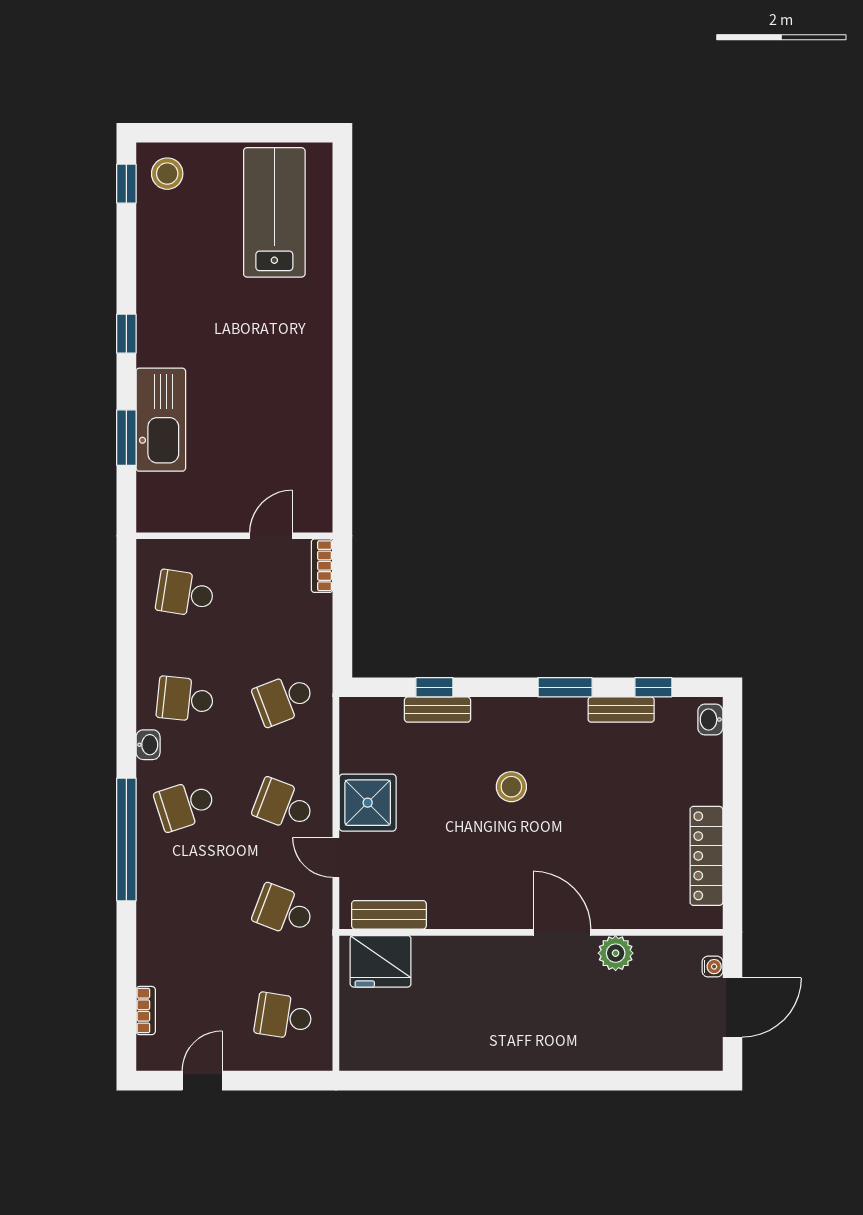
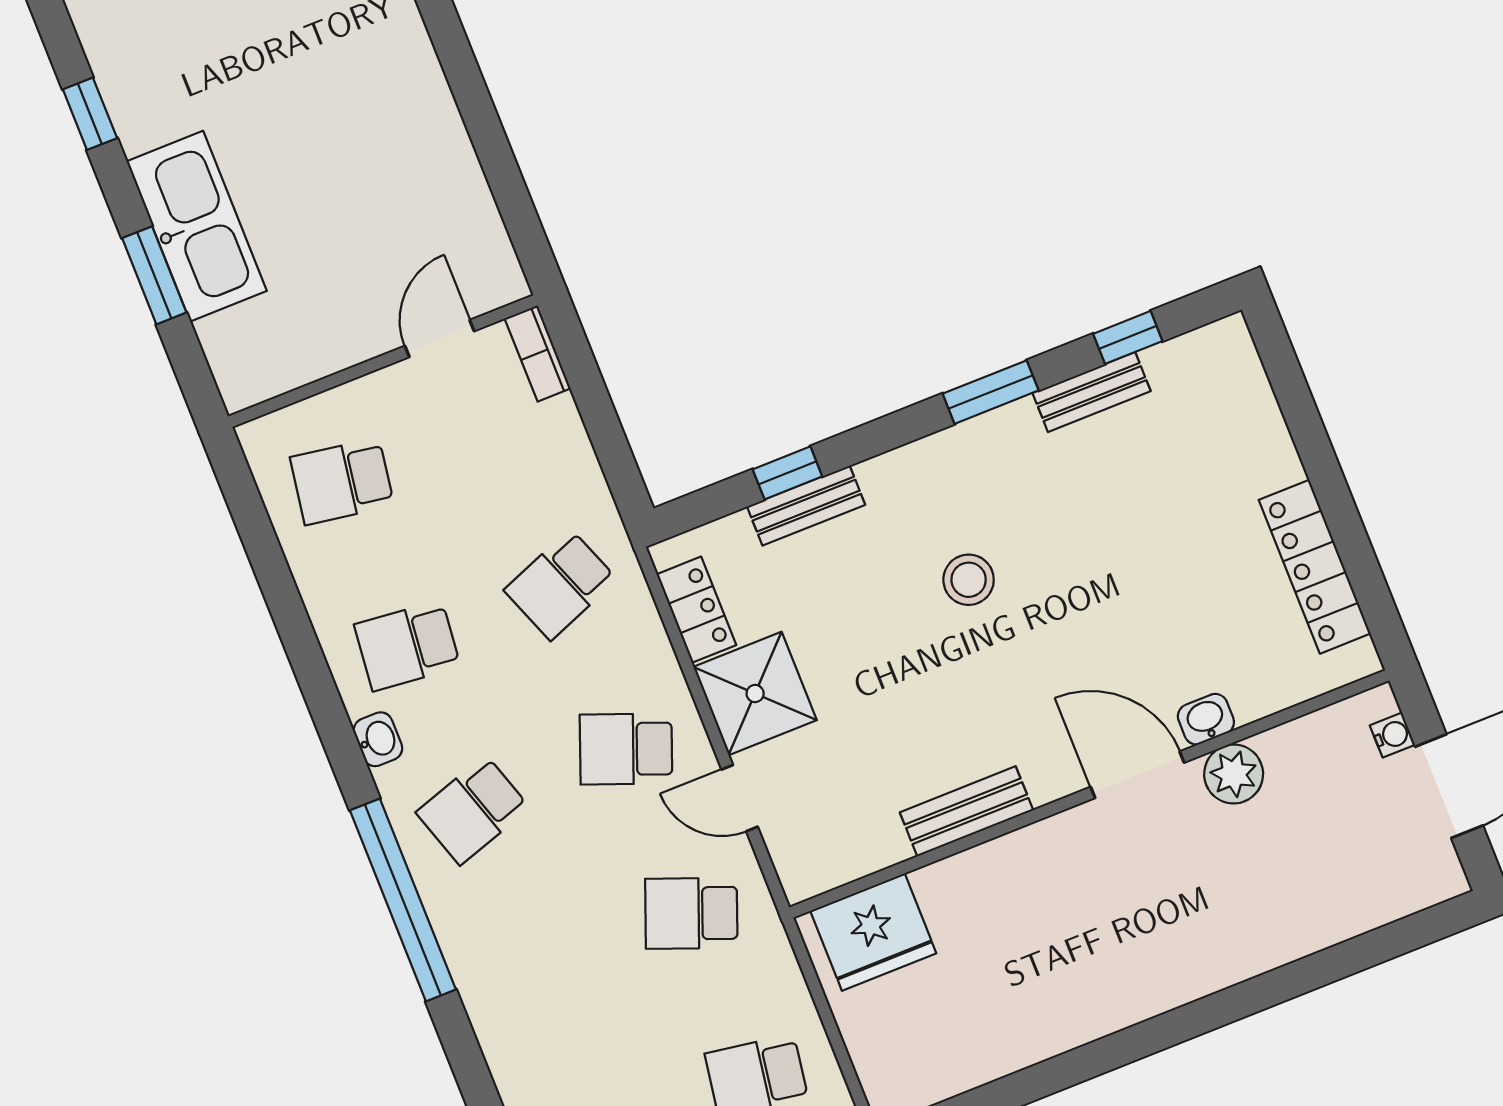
washbasin: (710, 720) -> (1206, 719), moved, turned 90
locker: (354, 743) -> (696, 610), added
bench: (389, 915) -> (967, 811), moved

